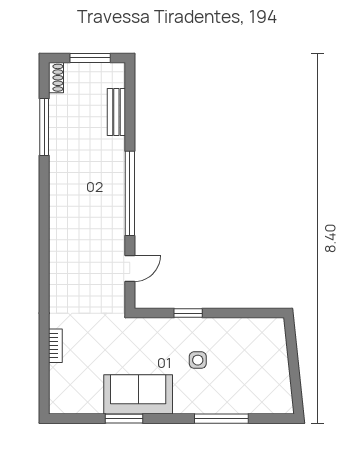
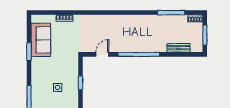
door: (130, 268) -> (102, 54), swing flipped
sofa: (138, 394) -> (41, 40), moved

